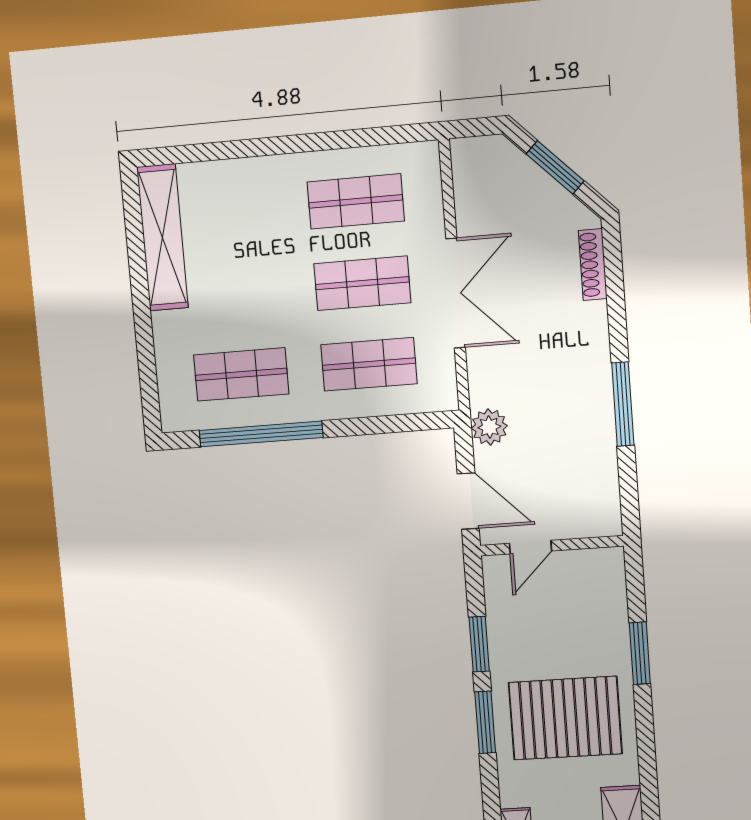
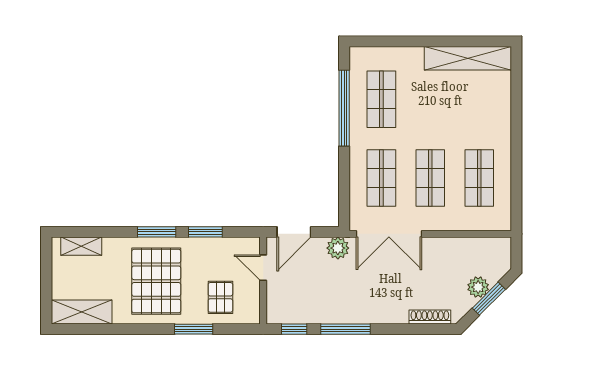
plant: (537, 187) -> (478, 287), added
double door: (456, 293) -> (389, 234), moved
window: (629, 489) -> (294, 329), added
pallet: (585, 613) -> (220, 297), added

